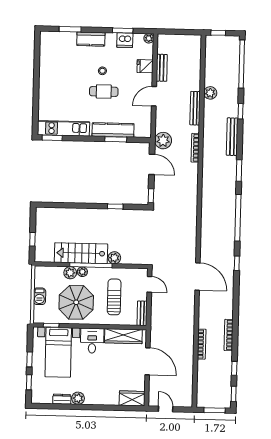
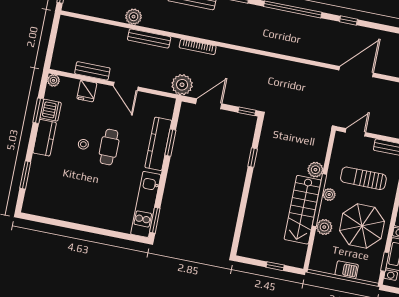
kitchen counter: (91, 39) -> (45, 138), moved
plant: (82, 272) -> (329, 195), moved

